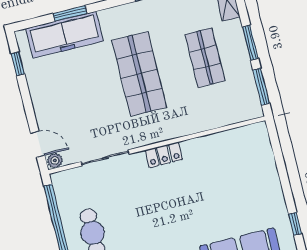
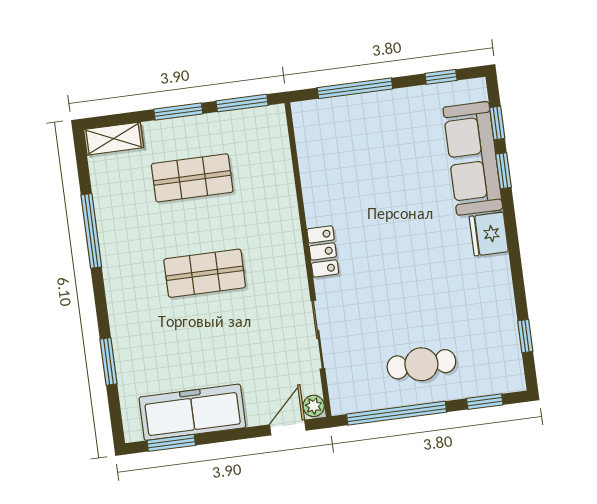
freezer: (65, 35) -> (192, 412), moved, turned -90
window: (18, 64) -> (171, 443), width x1.50
shop shelf: (139, 74) -> (205, 273), width x0.70, depth x0.74
window: (281, 165) -> (355, 88), added

